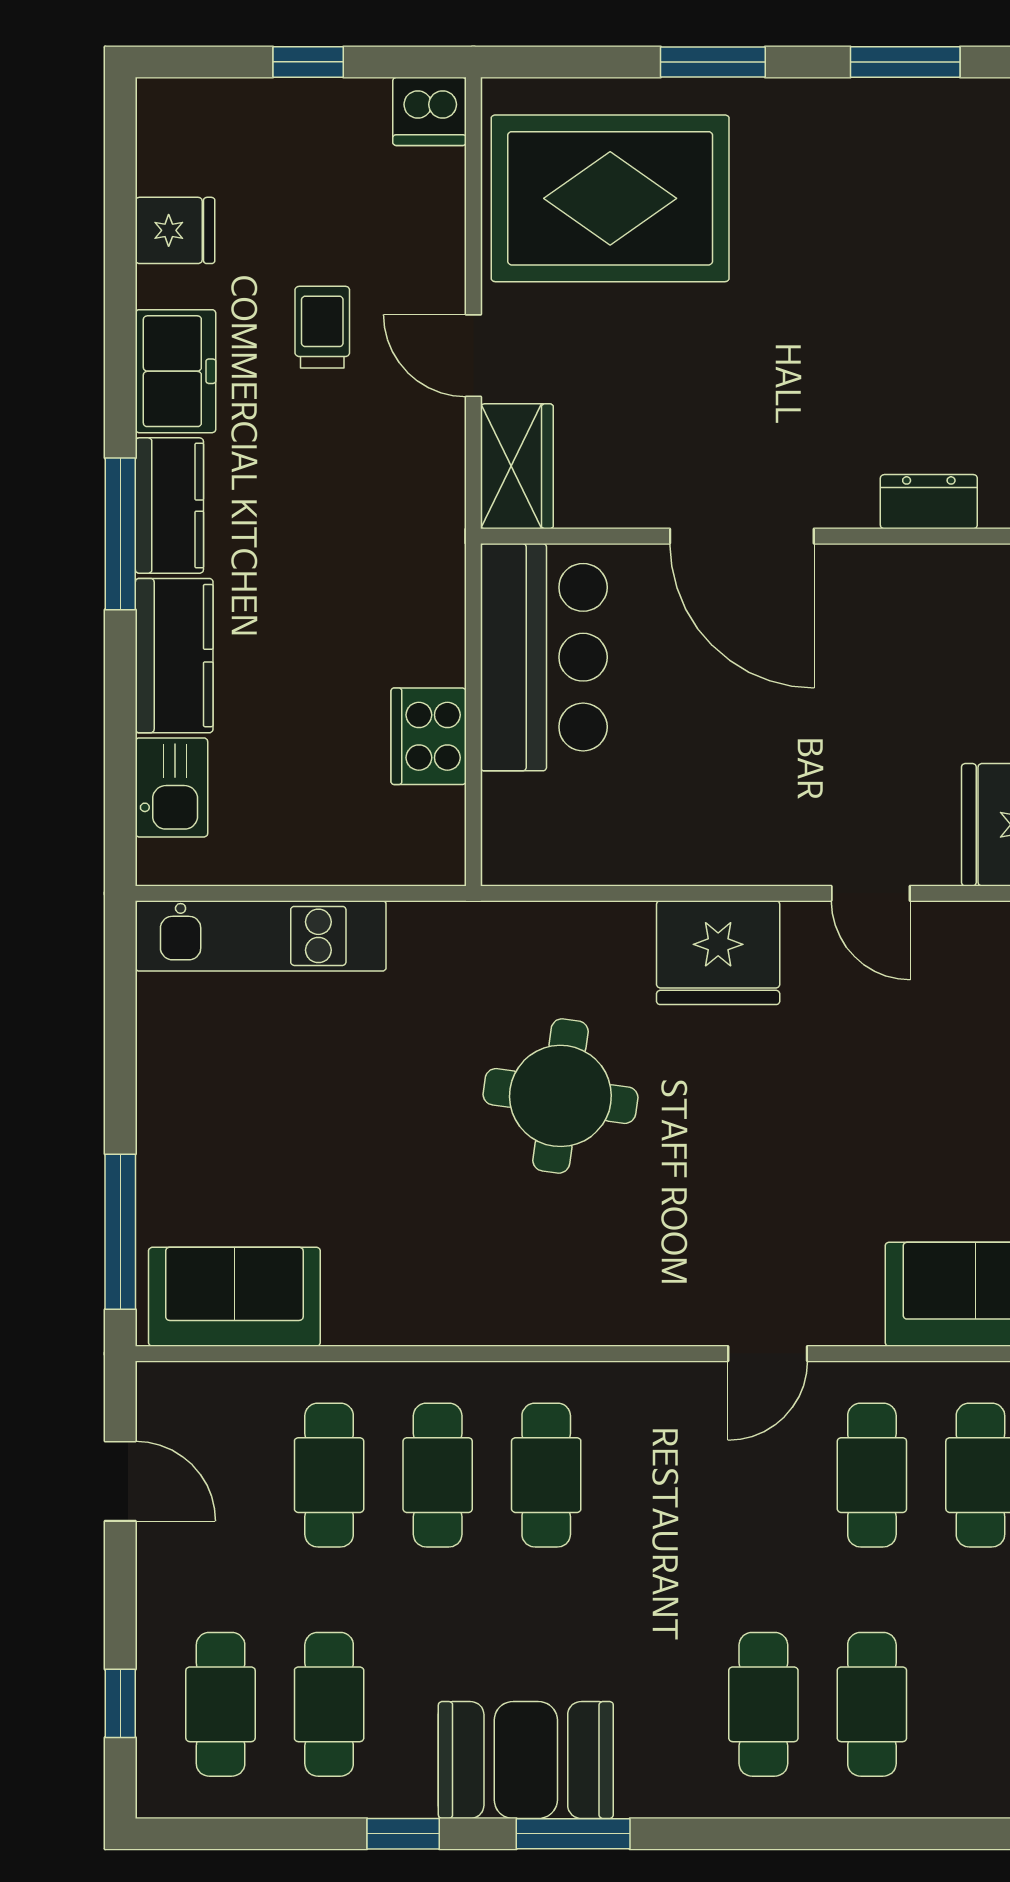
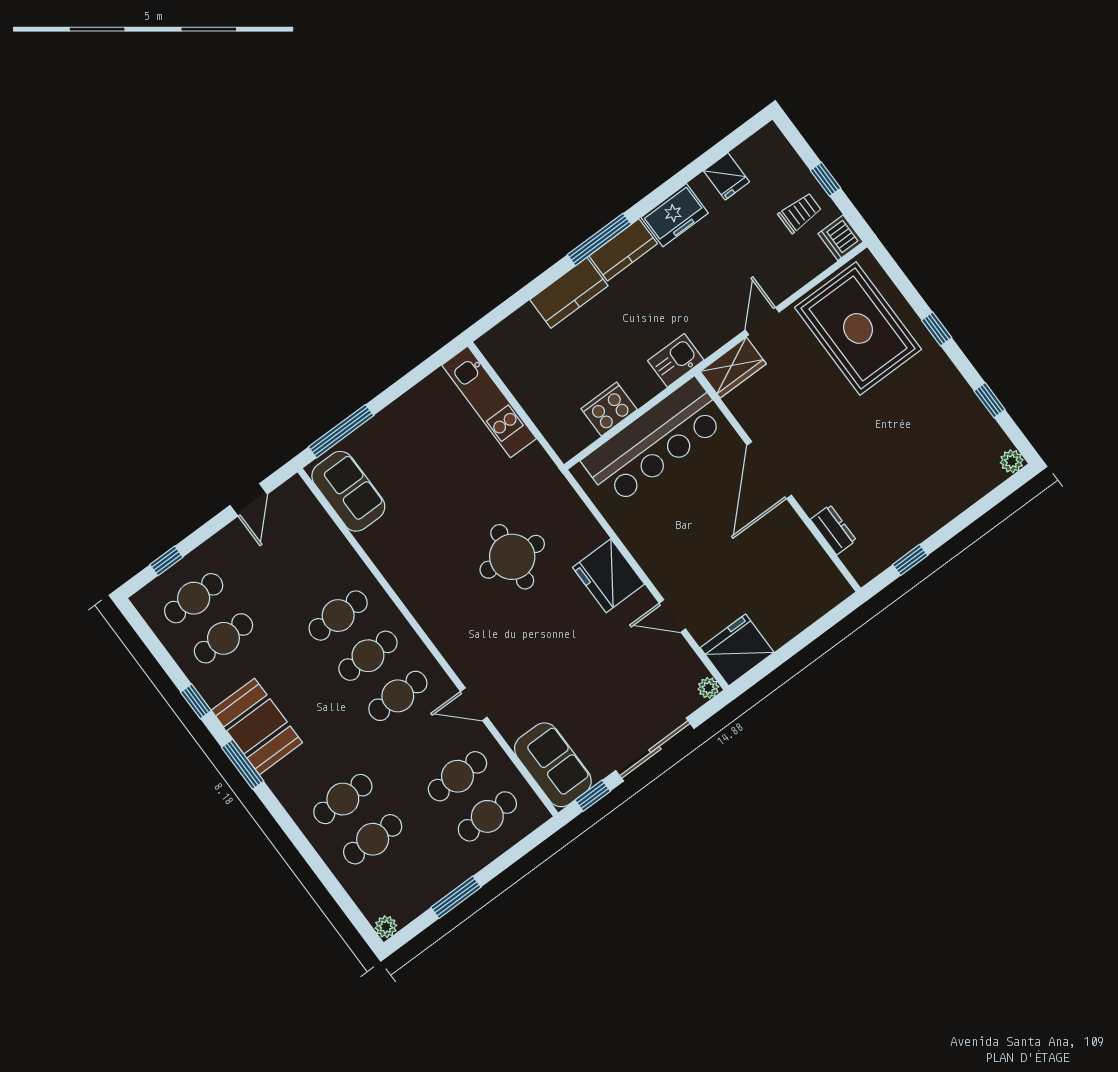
window: (713, 62) -> (937, 329), width x0.67
window: (905, 62) -> (990, 400), width x0.67
trolley: (322, 327) -> (800, 213), moved
bar counter: (544, 657) -> (655, 441), width x1.36
kitchen sink: (171, 787) -> (676, 360), moved, turned 180
door: (871, 893) -> (672, 616), hinge flipped
cafe table: (329, 1475) -> (398, 696), moved

